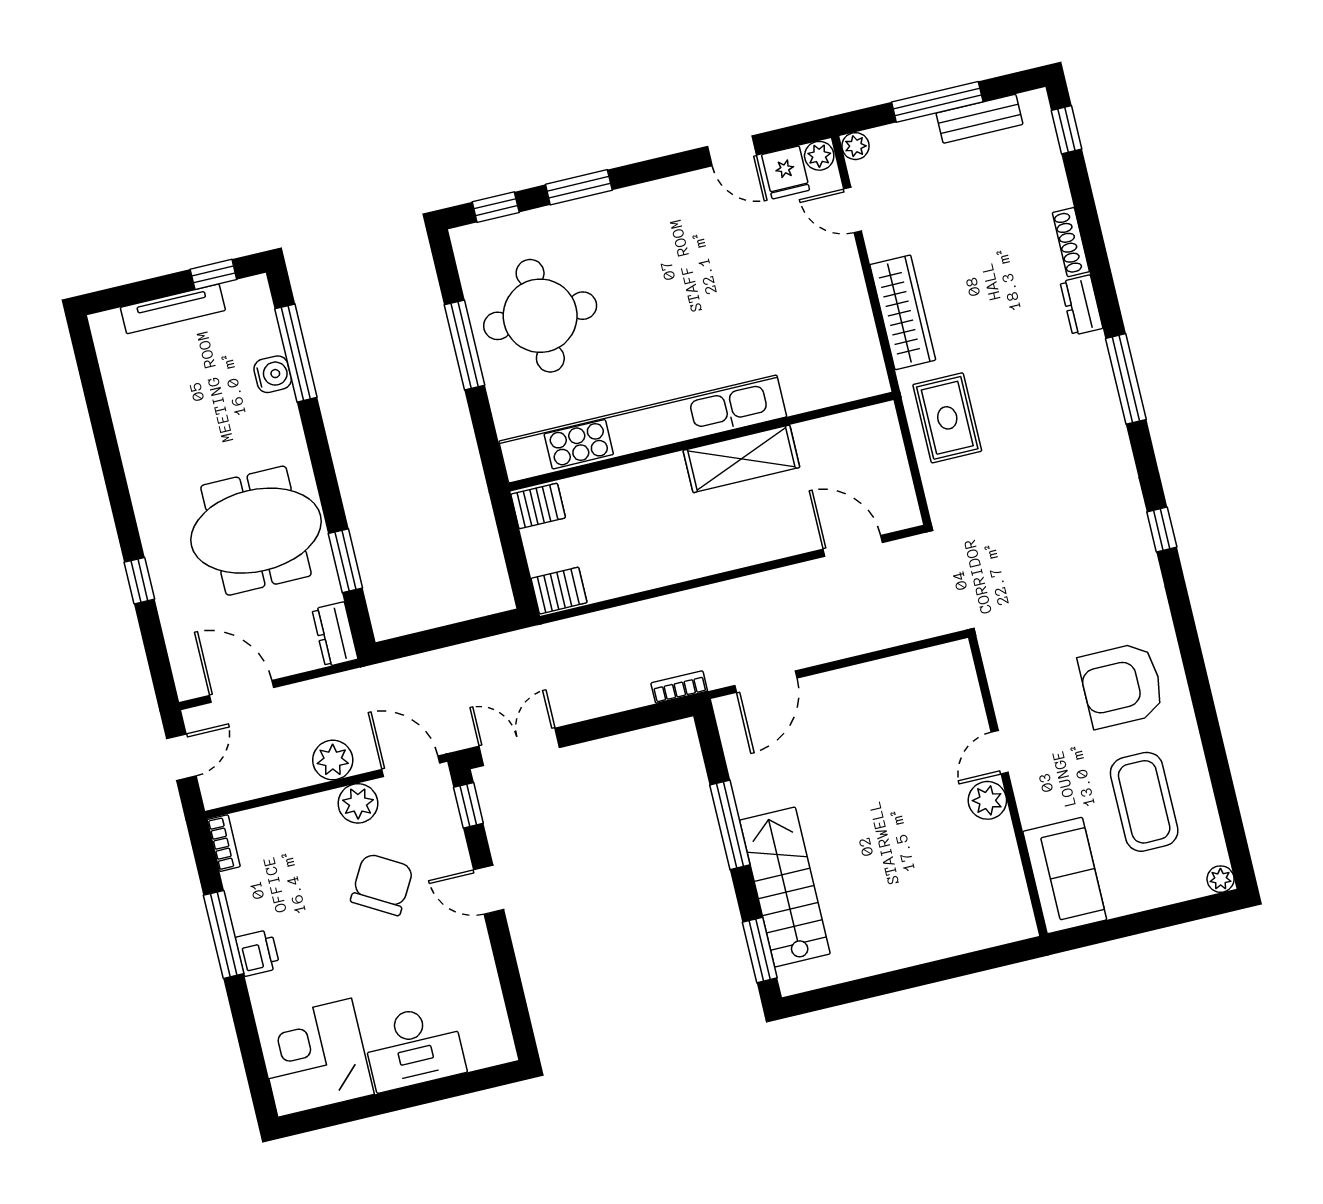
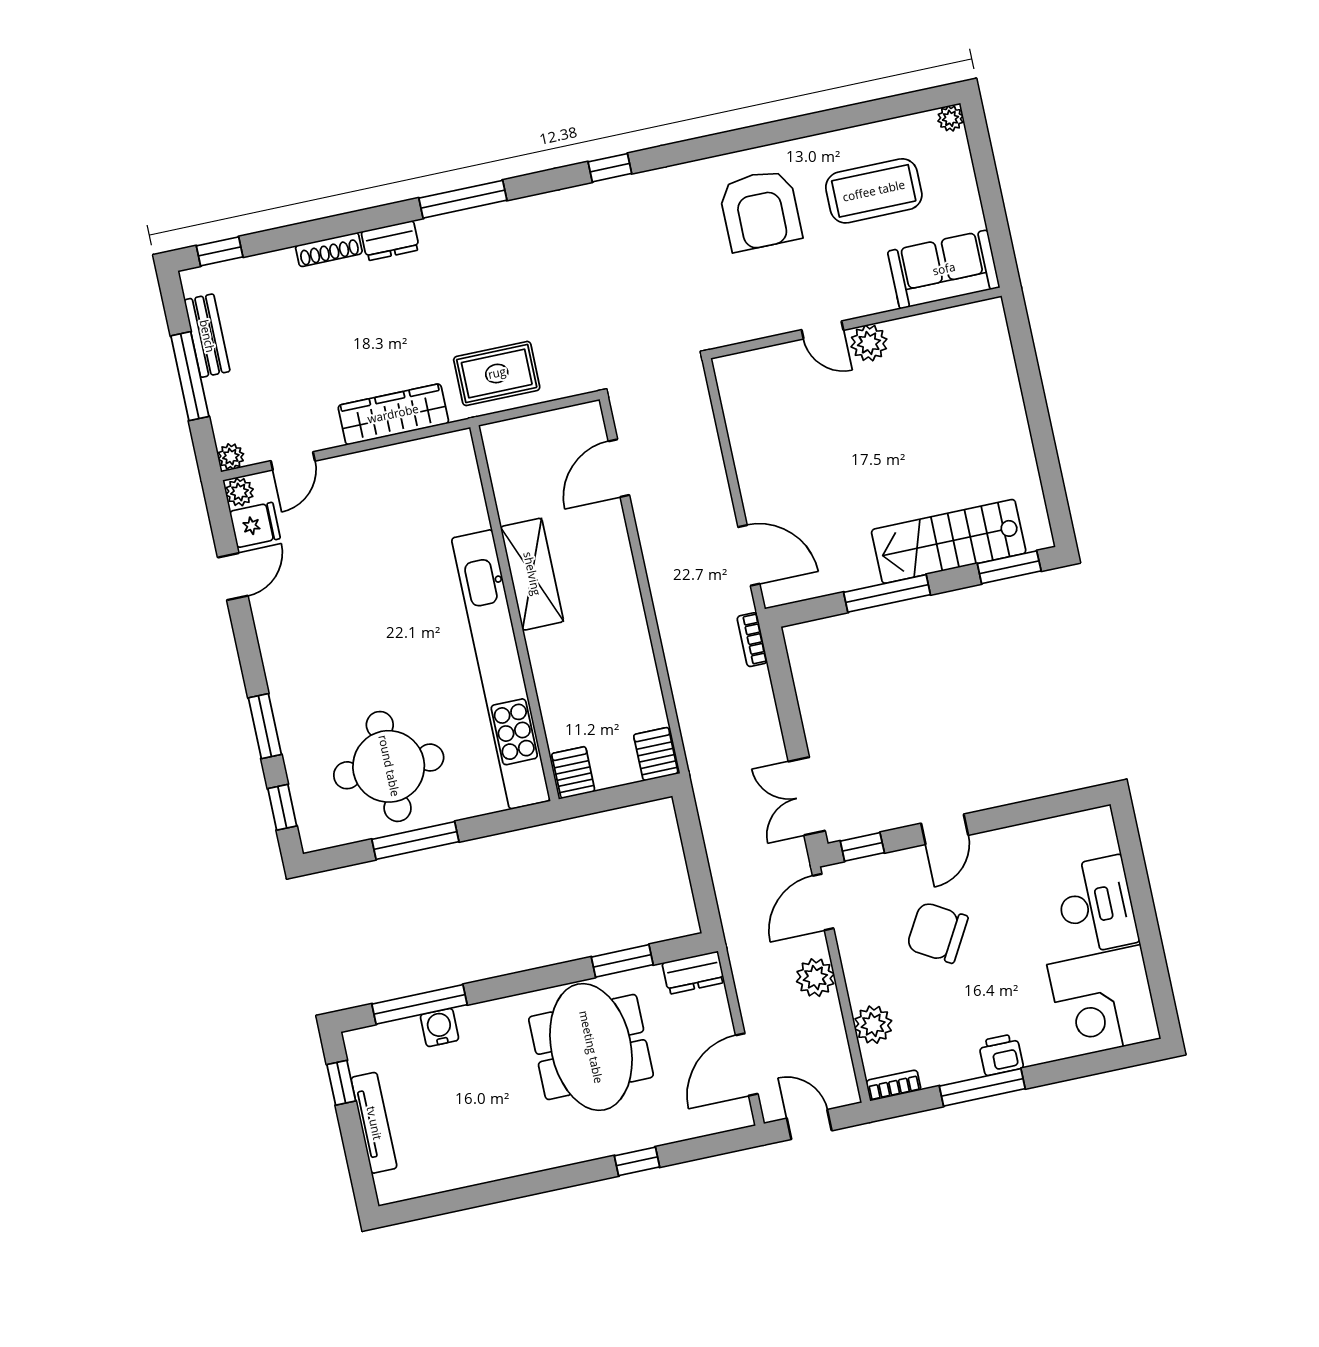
plant: (358, 803) -> (873, 1025), moved

